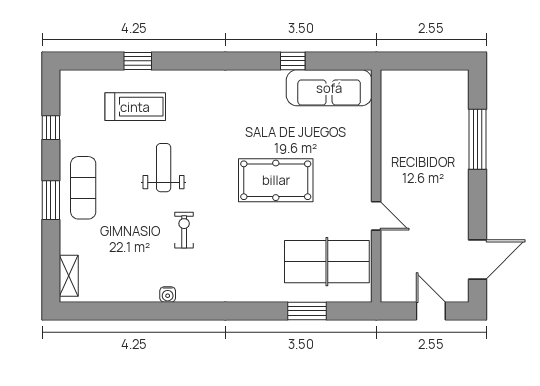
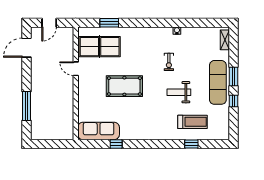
treadmill: (135, 107) -> (193, 122), turned 180
window: (51, 128) -> (234, 101), moved
weight bench: (164, 168) -> (179, 92), turned 90
exercise mat: (83, 188) -> (218, 82), width x1.36, depth x1.45
door: (431, 311) -> (49, 23), hinge flipped

